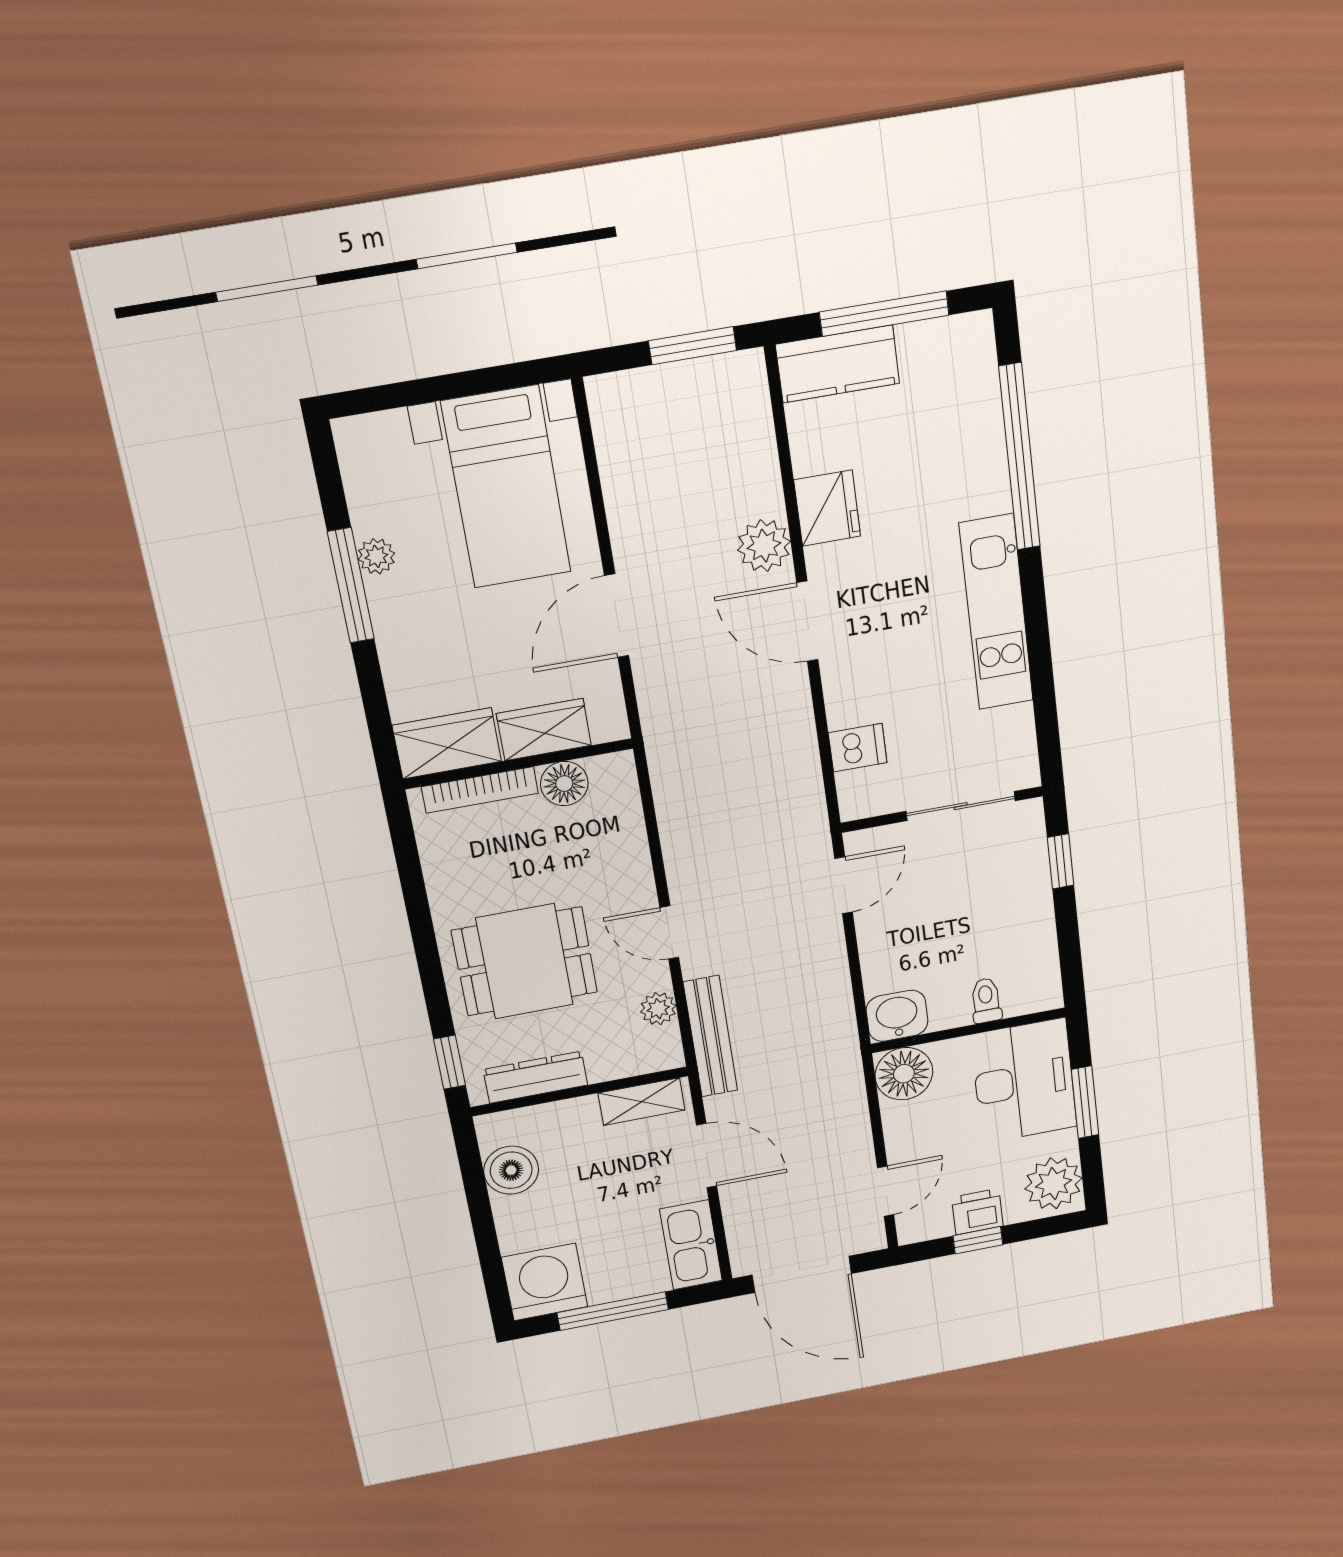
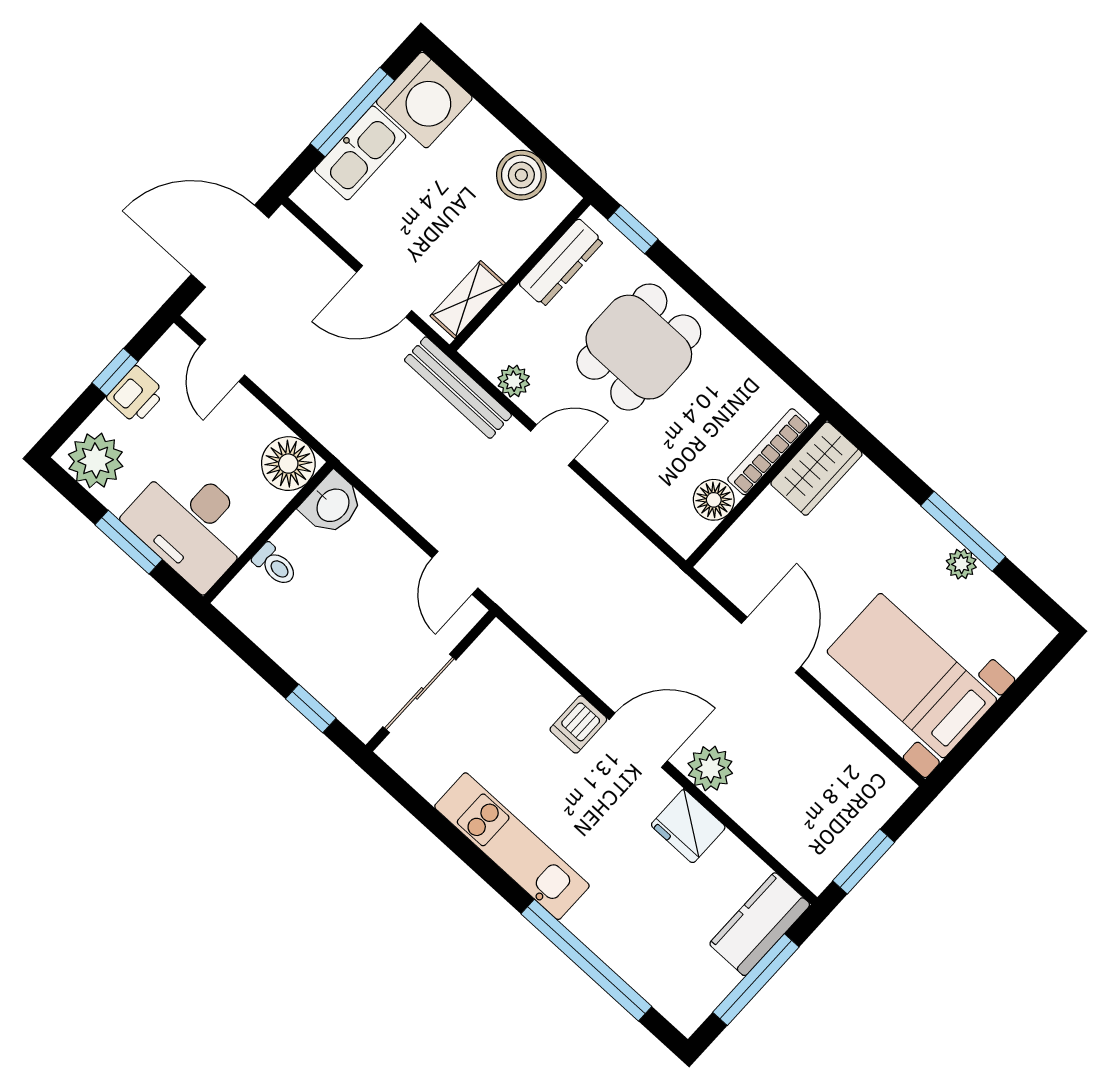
wardrobe: (544, 729) -> (758, 528), removed
dishwasher: (858, 748) -> (578, 724), moved
kitchen sink: (691, 1245) -> (360, 153), moved, turned 90

